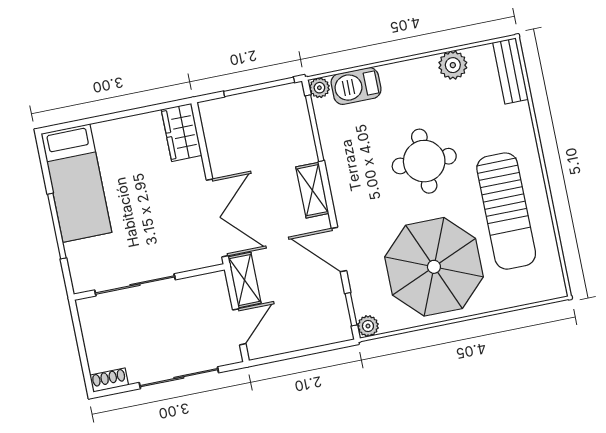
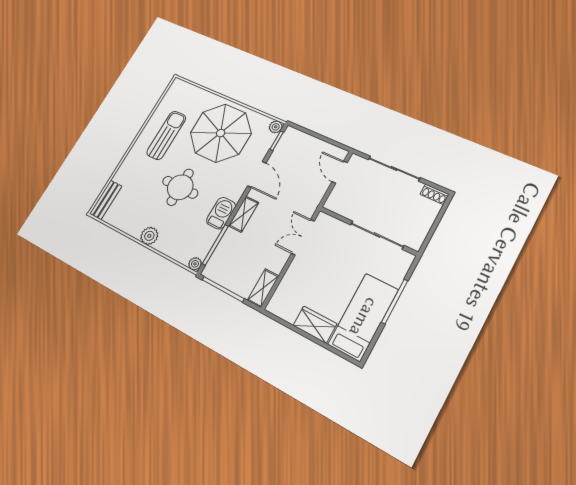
plant: (453, 65) -> (149, 236), moved
barbecue: (356, 86) -> (221, 213), moved, turned -90
wardrobe: (182, 132) -> (315, 325), moved, turned -90
sun lounger: (506, 211) -> (166, 135), width x0.73, depth x0.75
double door: (217, 218) -> (303, 237), width x0.73
shelving: (244, 280) -> (263, 288), moved
door: (239, 327) -> (340, 172), hinge flipped

